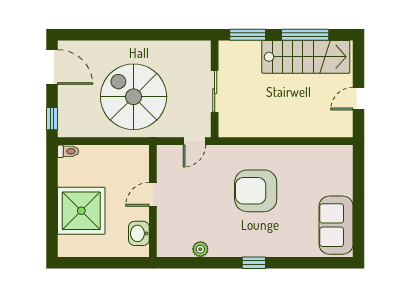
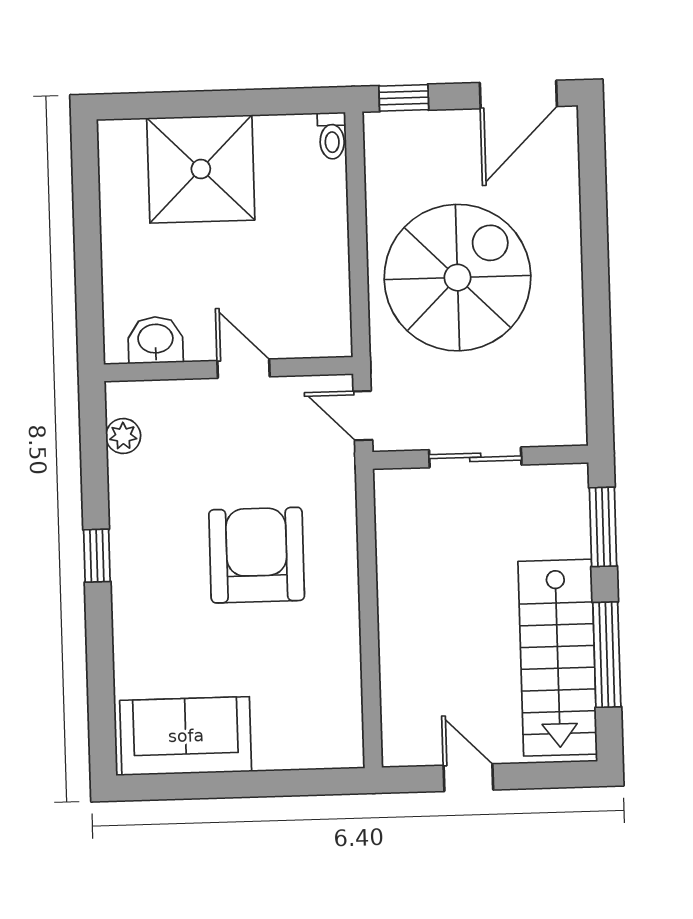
door: (153, 194) -> (243, 369), moved
wall: (153, 201) -> (228, 369), moved
washbasin: (139, 233) -> (155, 340), moved

